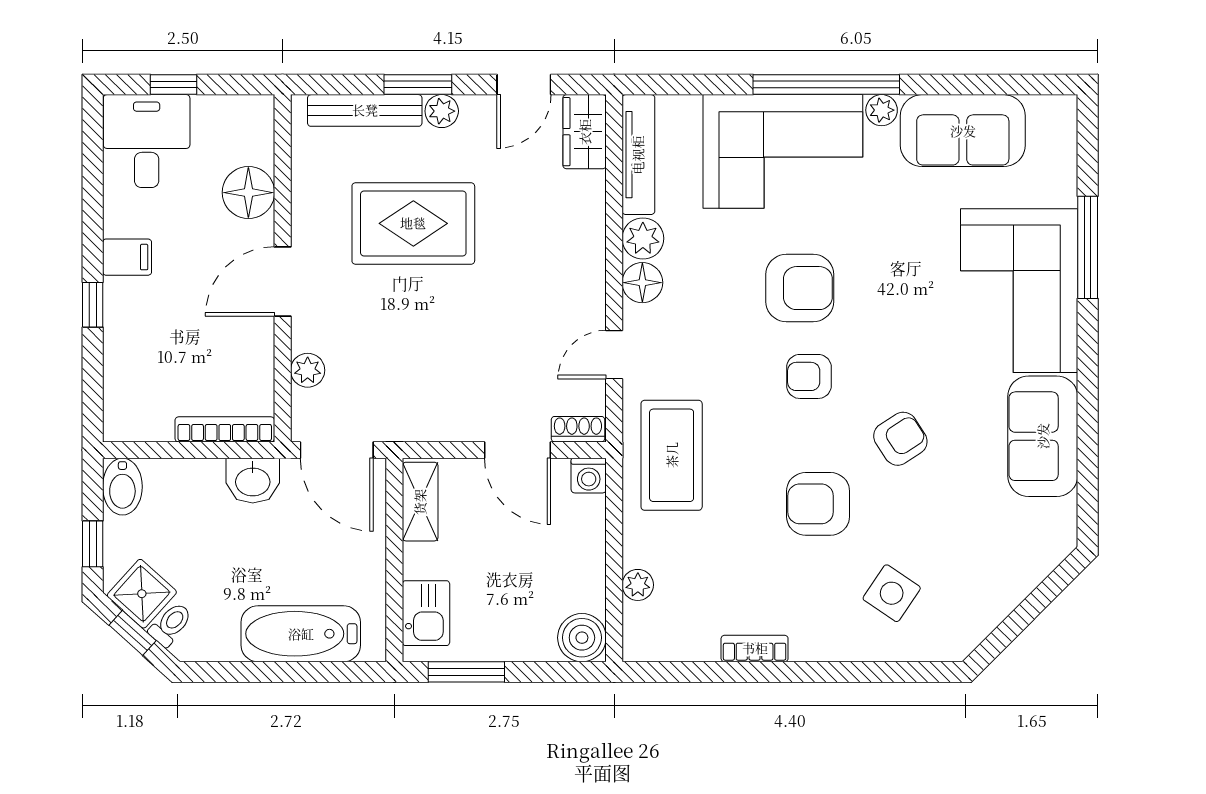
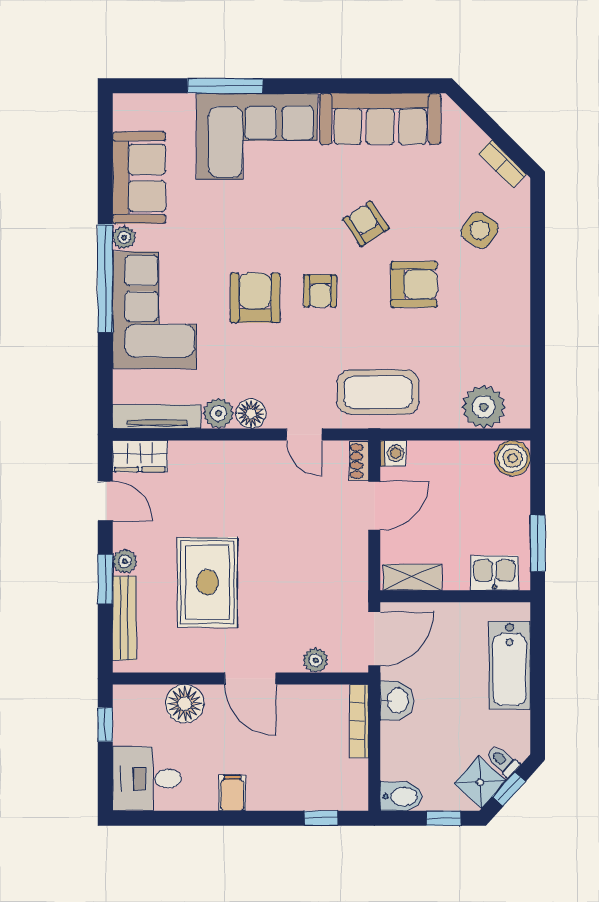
window: (173, 85) -> (105, 725), moved
window: (93, 305) -> (321, 818), moved
sofa: (1043, 436) -> (380, 119), width x1.36
armchair: (818, 504) -> (414, 284), turned -90
plant: (638, 585) -> (484, 407), width x1.87, depth x1.87
bookcase: (755, 648) -> (502, 164), moved, turned -45

